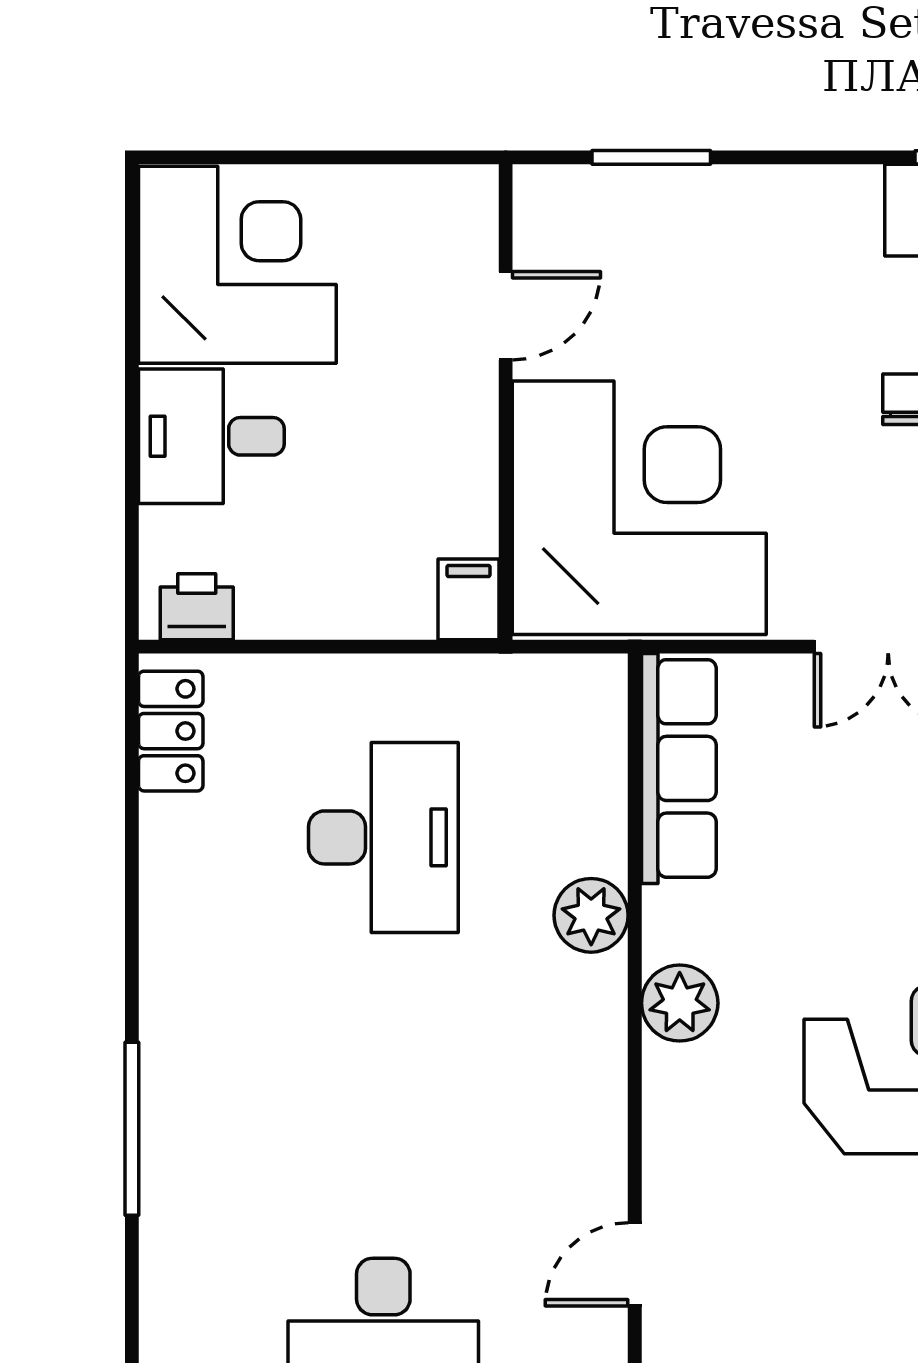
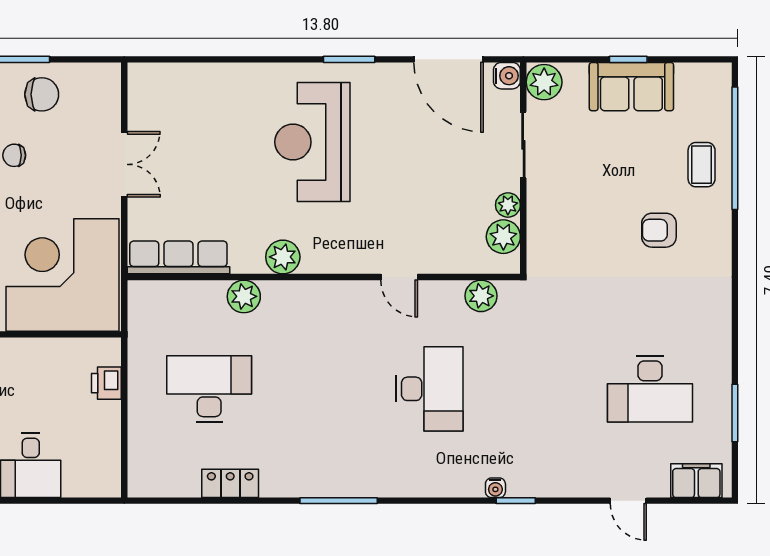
filing cabinet: (468, 599) -> (103, 351), removed
printer: (197, 607) -> (106, 383), moved
locker: (171, 731) -> (230, 483), moved

